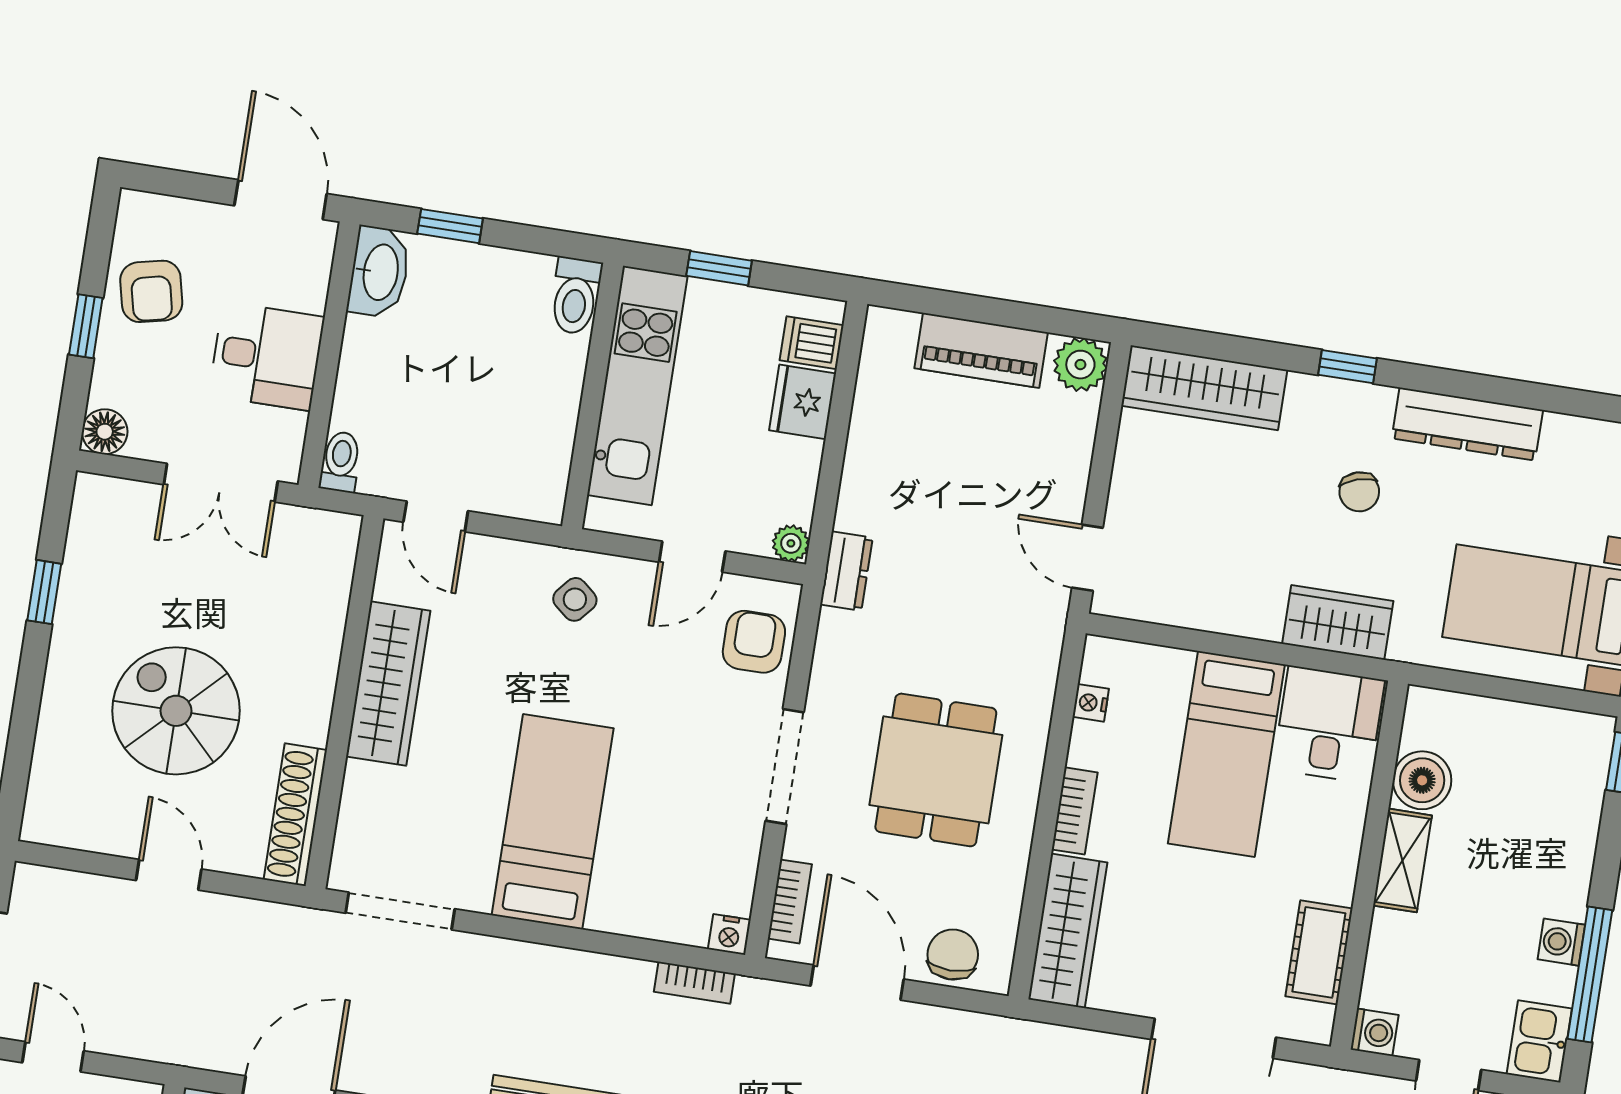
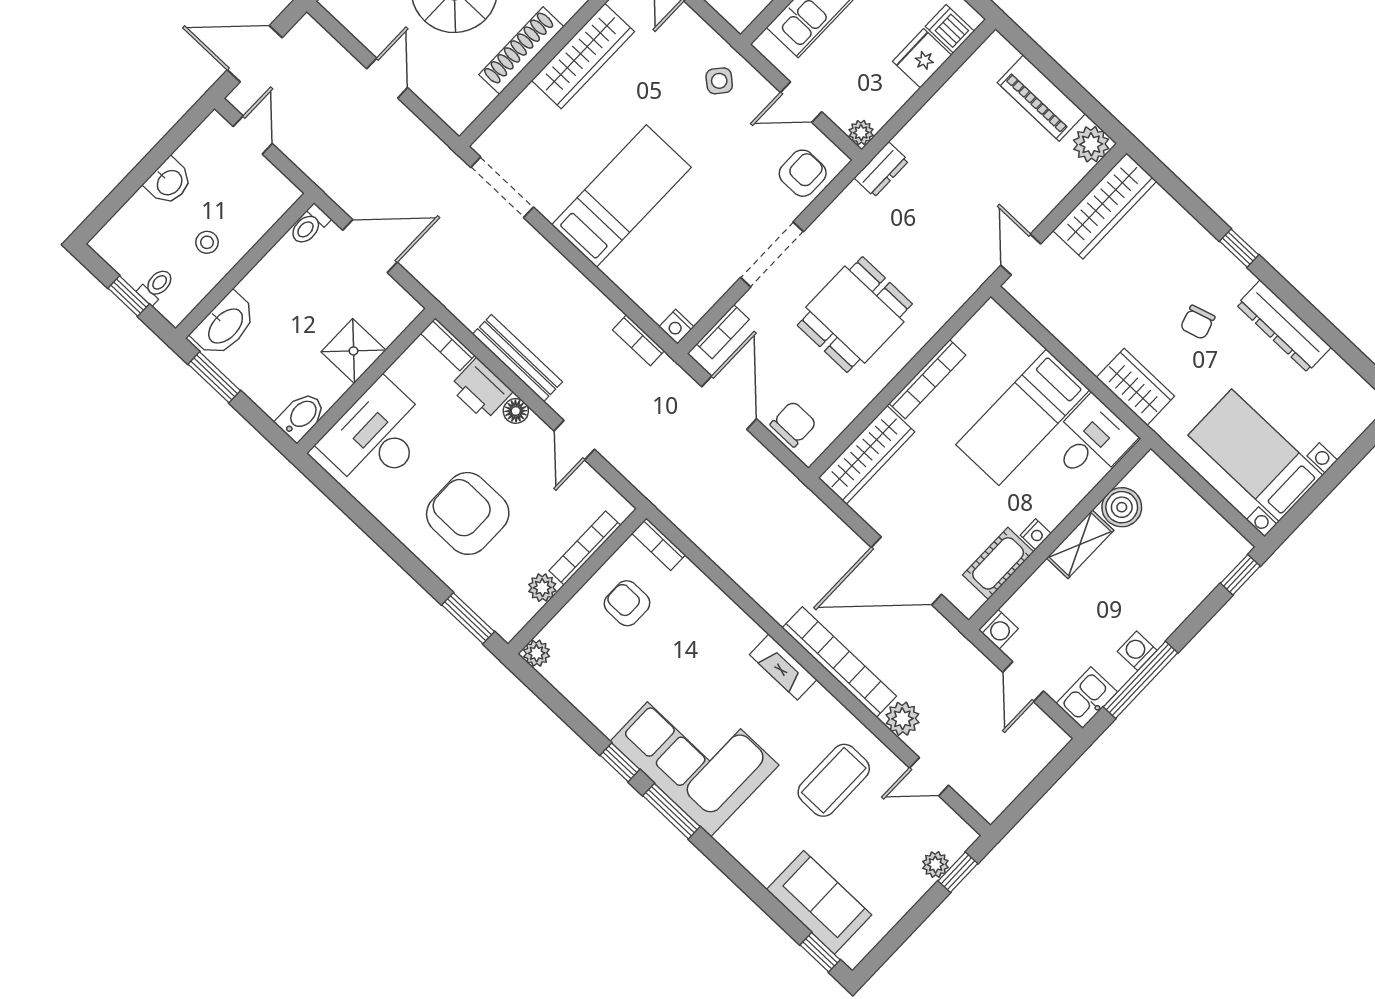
wardrobe: (1204, 388) -> (1105, 206), moved, turned -90
nightstand: (1091, 703) -> (1036, 534), moved, turned 180
bookcase: (1075, 811) -> (927, 379), width x1.56
shoe rack: (295, 815) -> (521, 51), moved

